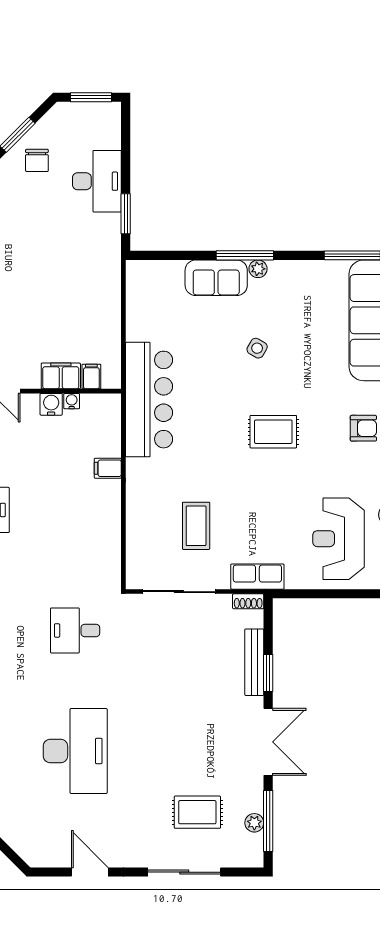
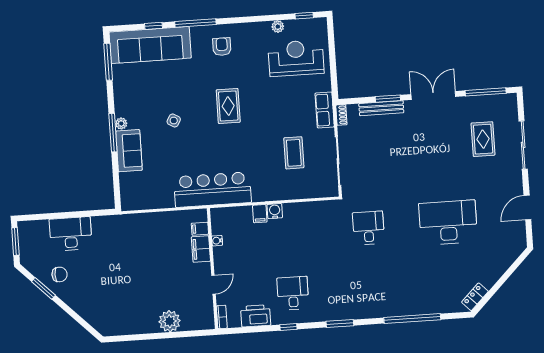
window: (126, 214) -> (91, 213), removed
water cooler: (51, 404) -> (275, 211), moved, turned 90
coffee table: (196, 526) -> (294, 153), turned 90
reception desk: (338, 539) -> (296, 58), turned 180
desk: (75, 630) -> (368, 228), turned 180
plant: (254, 823) -> (487, 101), removed

